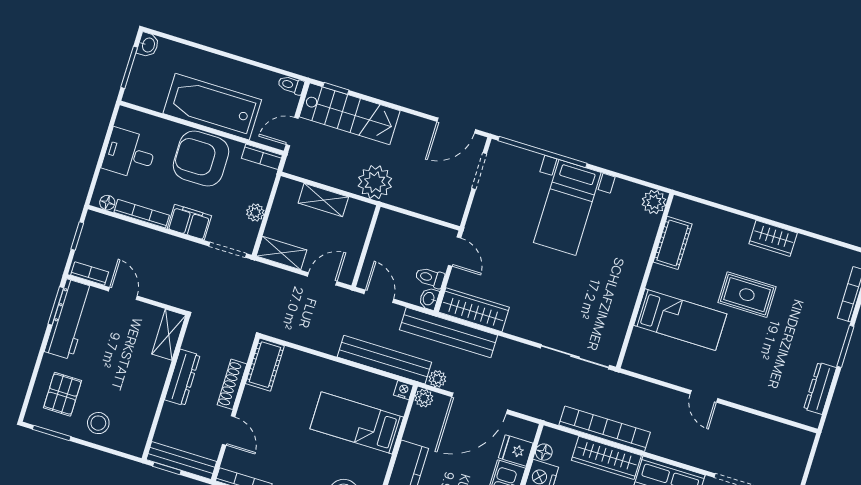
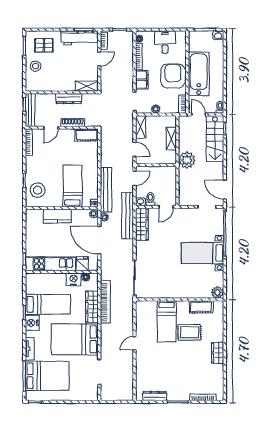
rug: (747, 295) -> (190, 332), moved, turned 90

